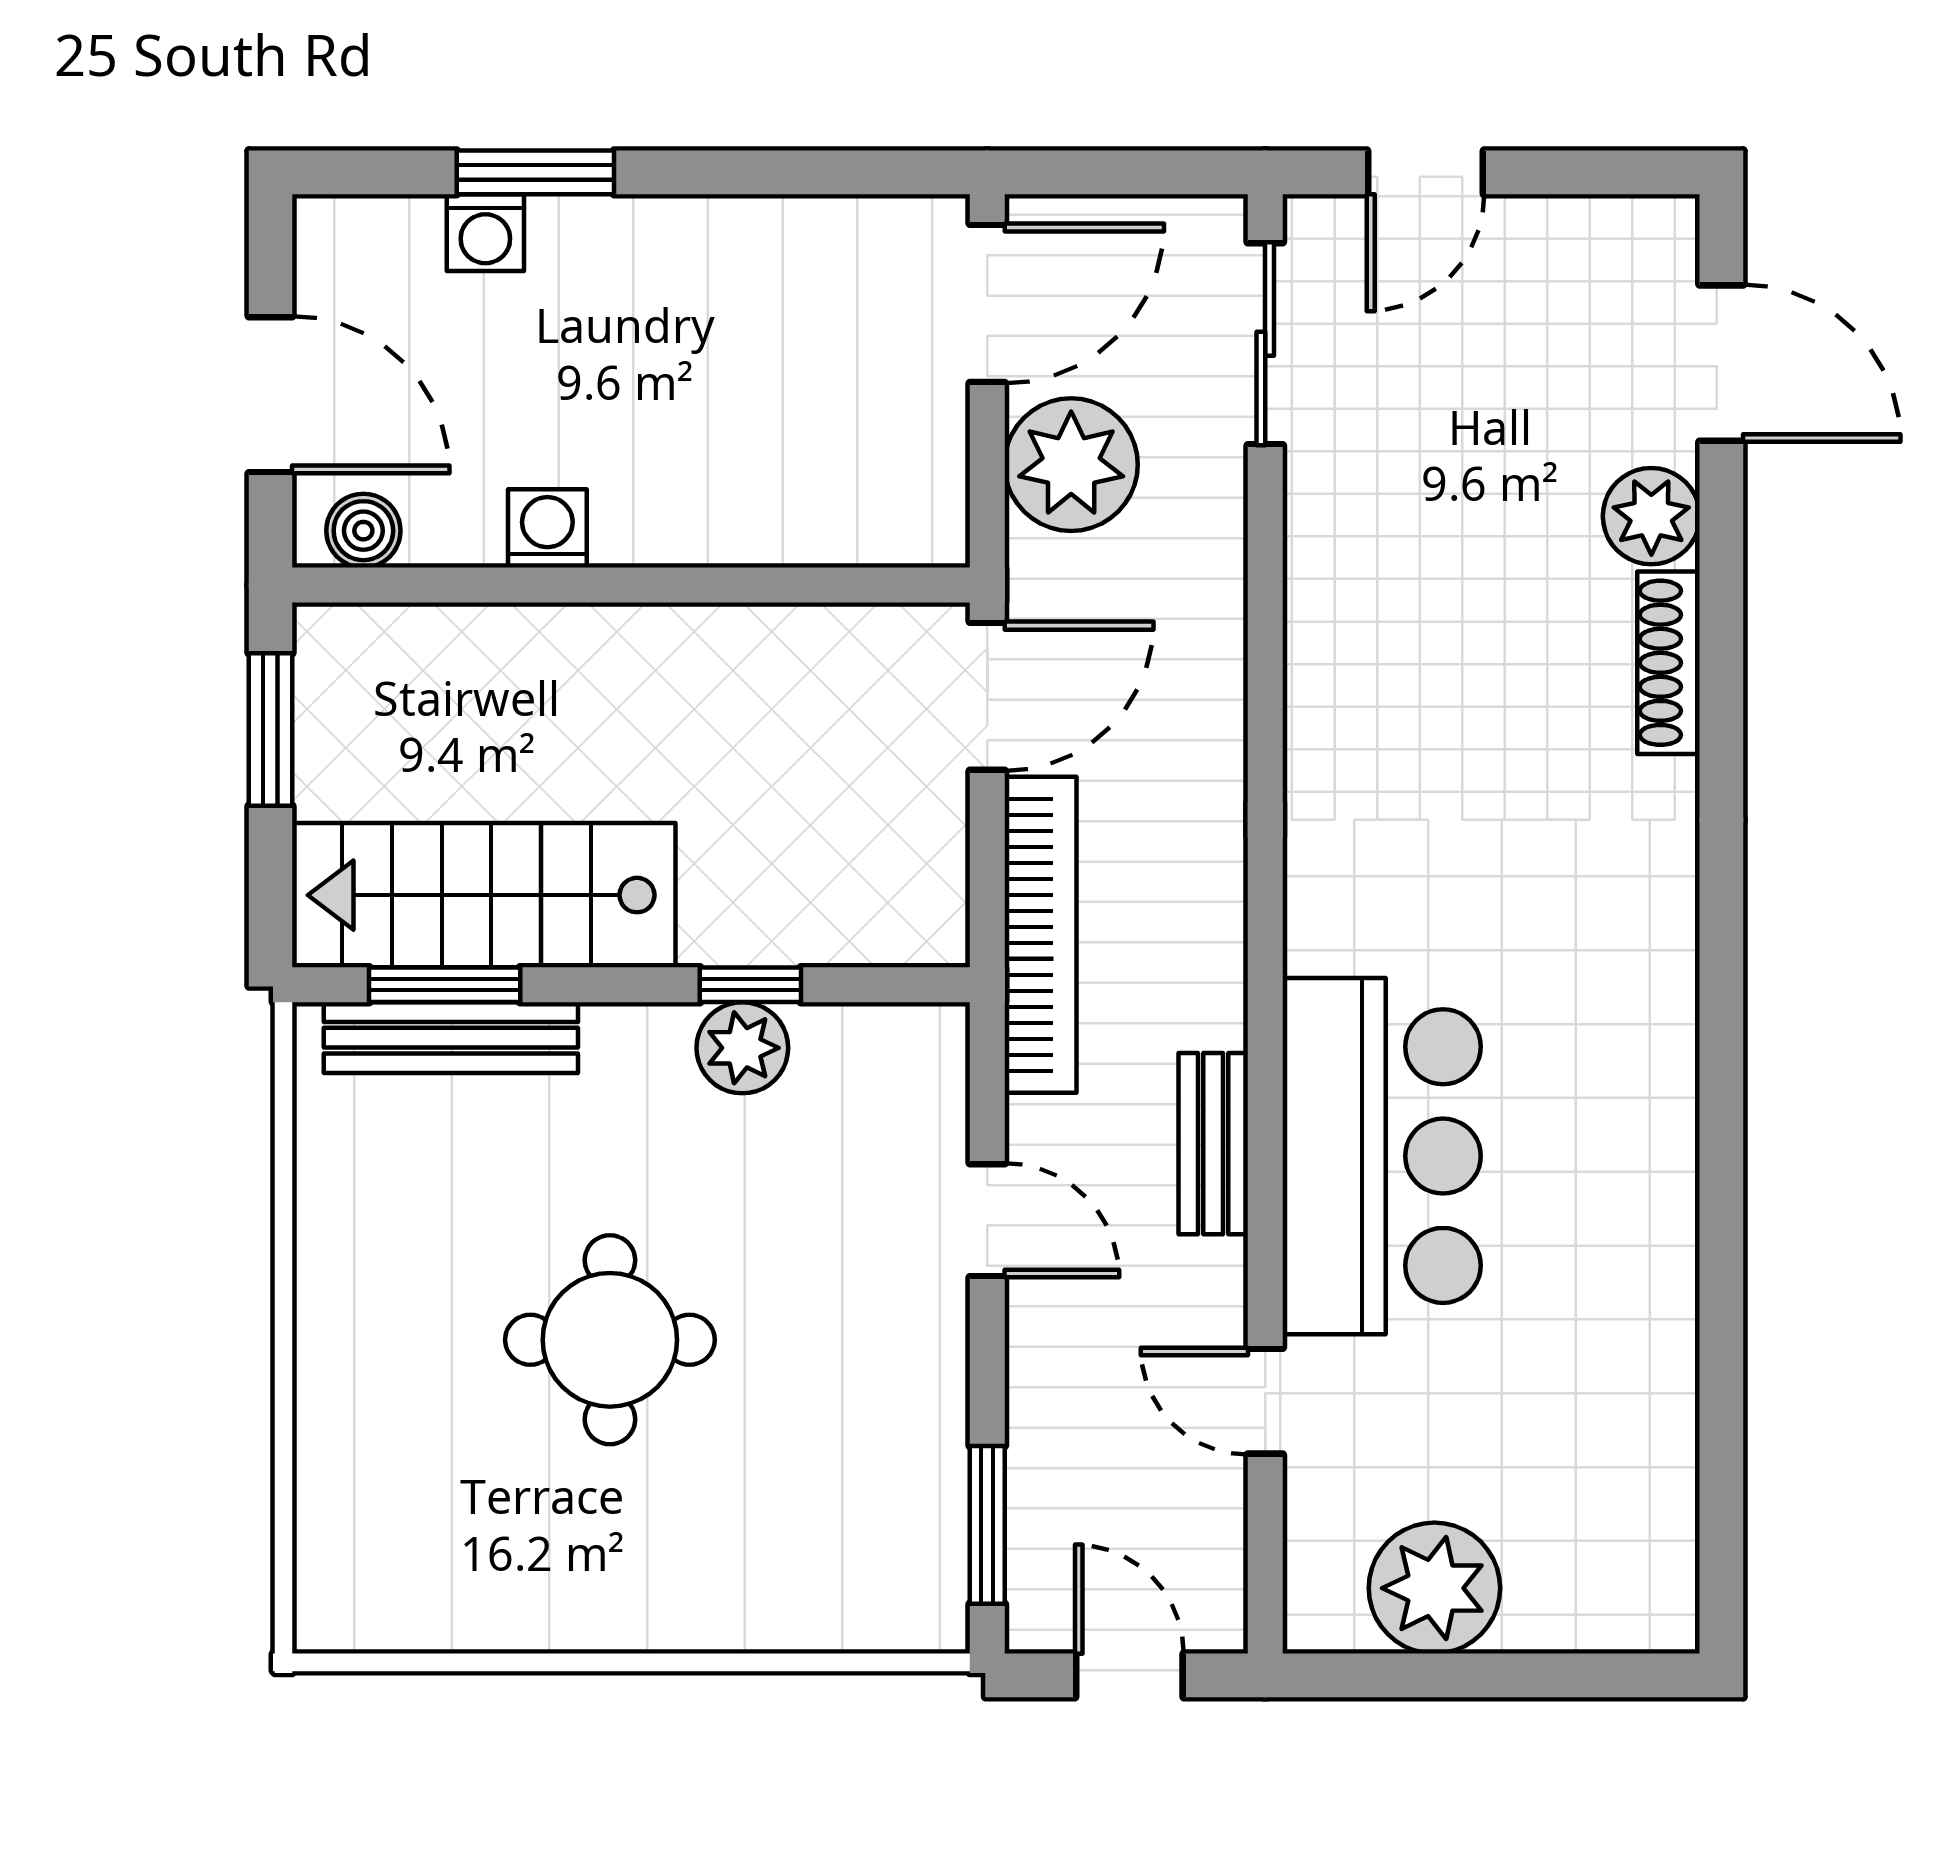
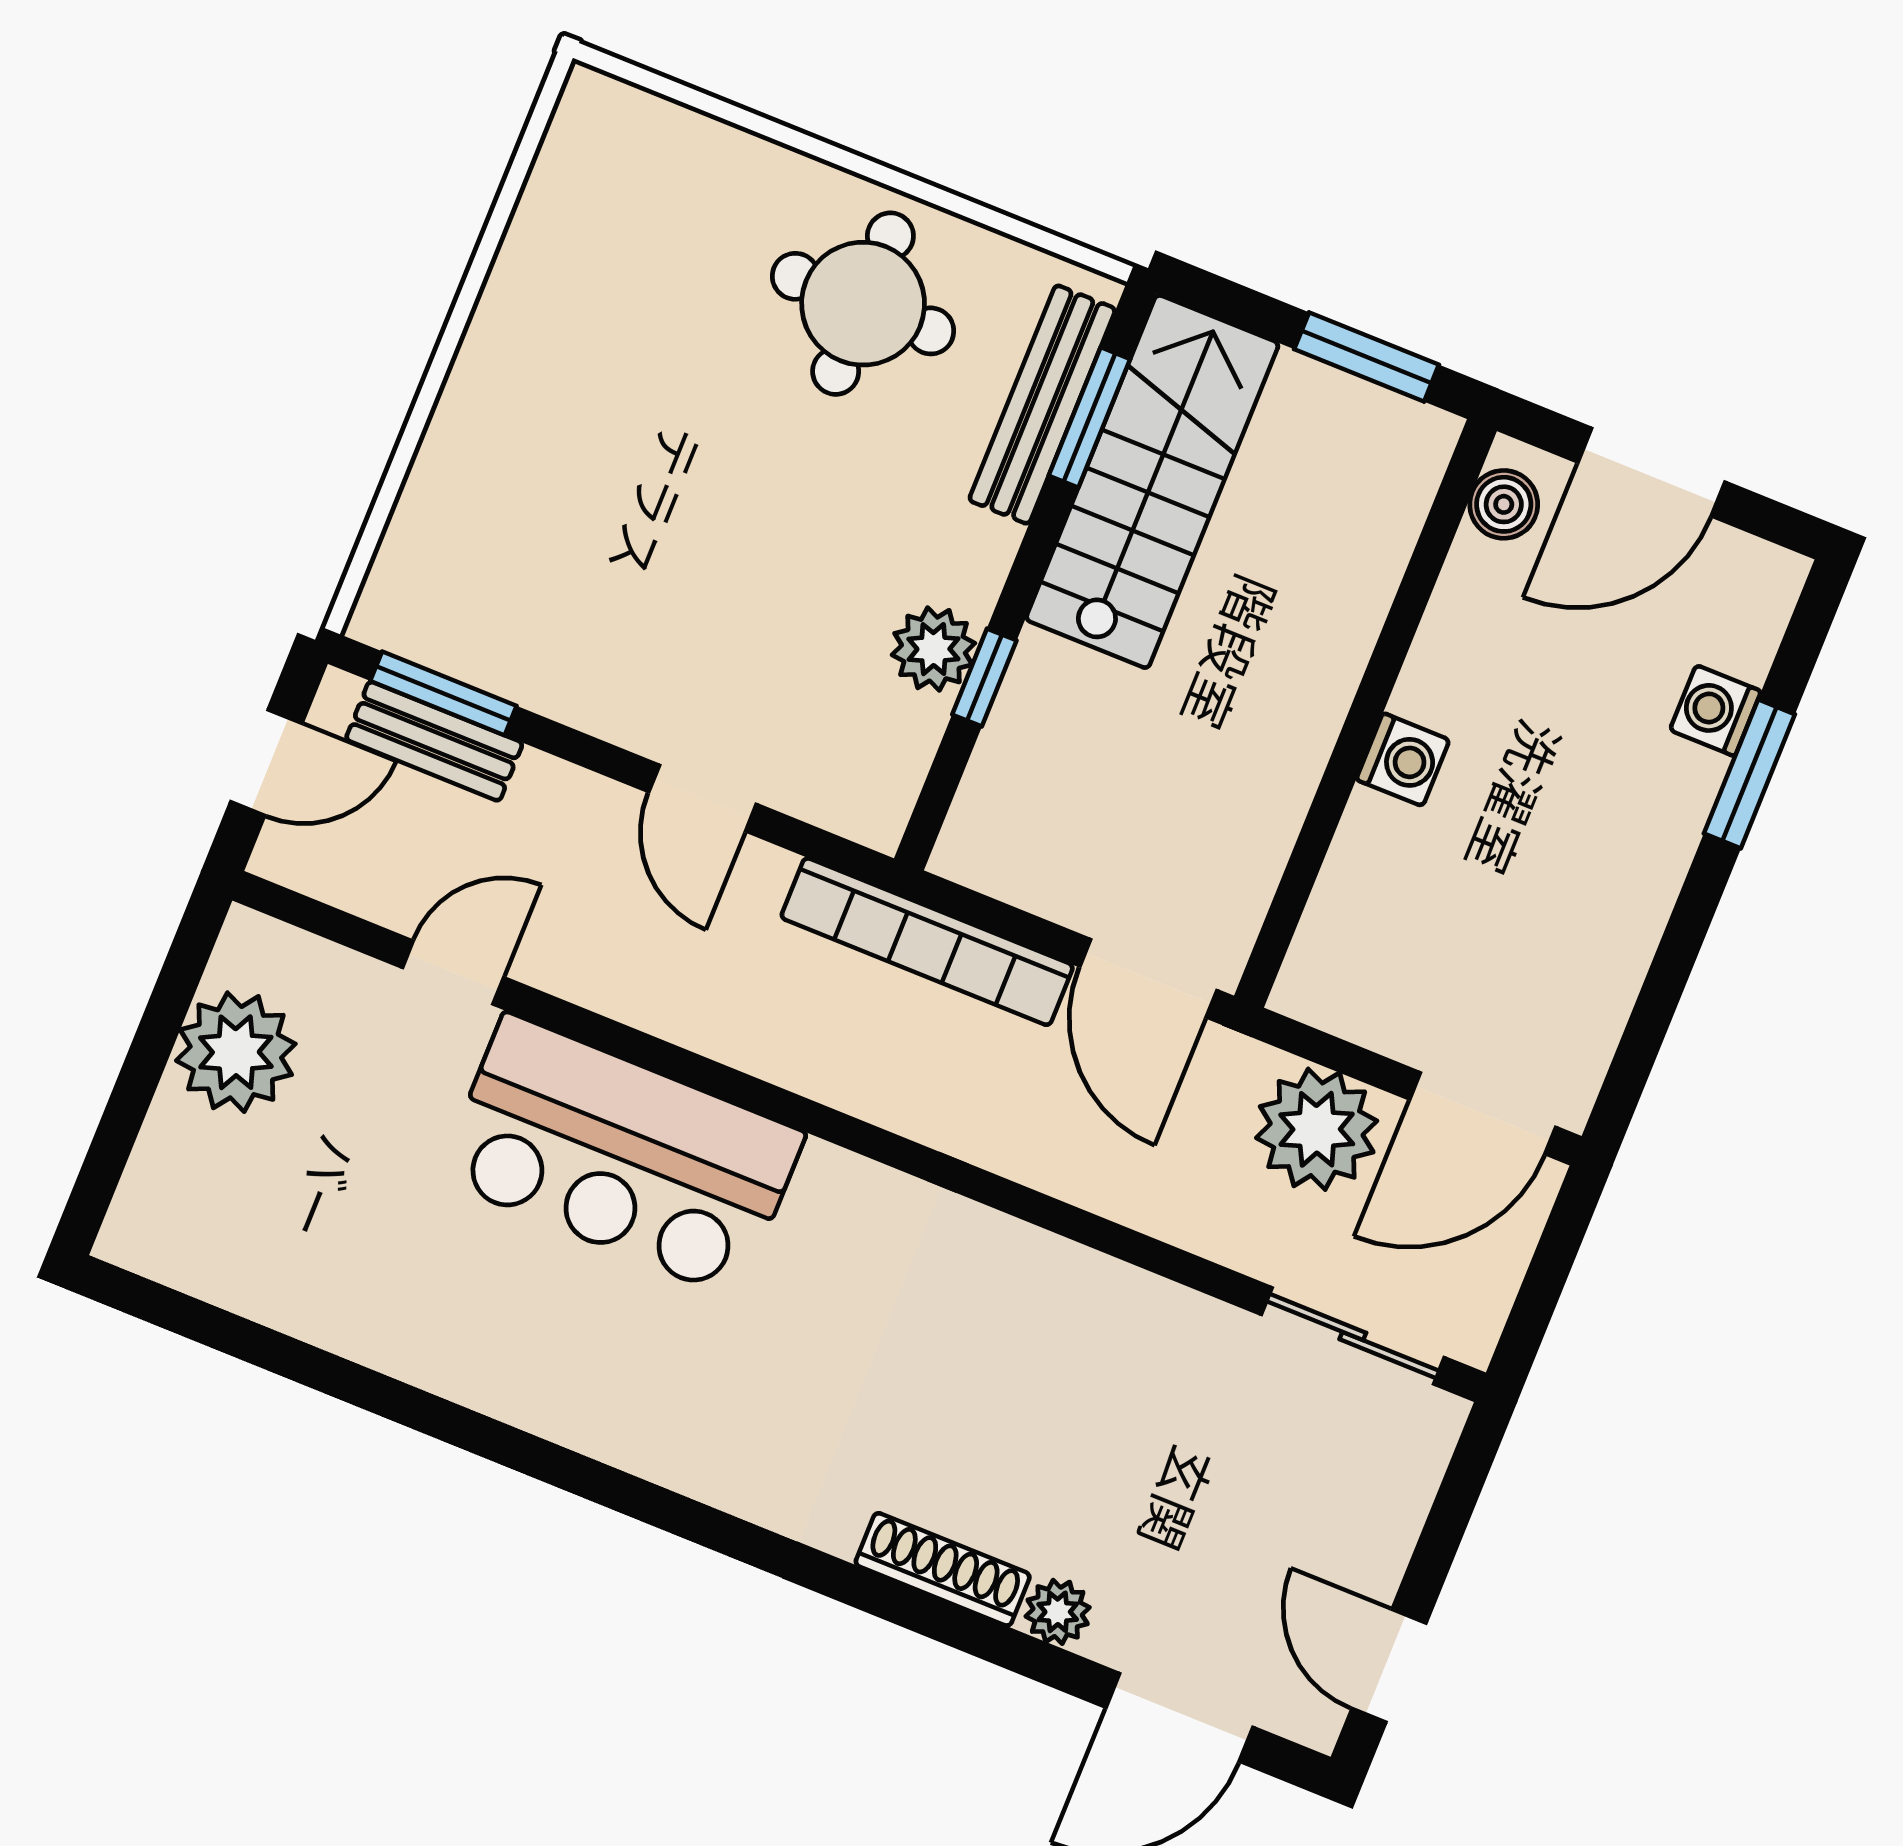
door: (1425, 172) -> (1389, 1666), moved
door: (987, 303) -> (1483, 1113), hinge flipped
plant: (1651, 516) -> (1058, 1612), width x0.73, depth x0.73
washing machine: (547, 528) -> (1403, 760), moved
bench: (1213, 1144) -> (434, 741), moved
door: (987, 1220) -> (703, 798), hinge flipped
round table: (610, 1340) -> (863, 304), moved

